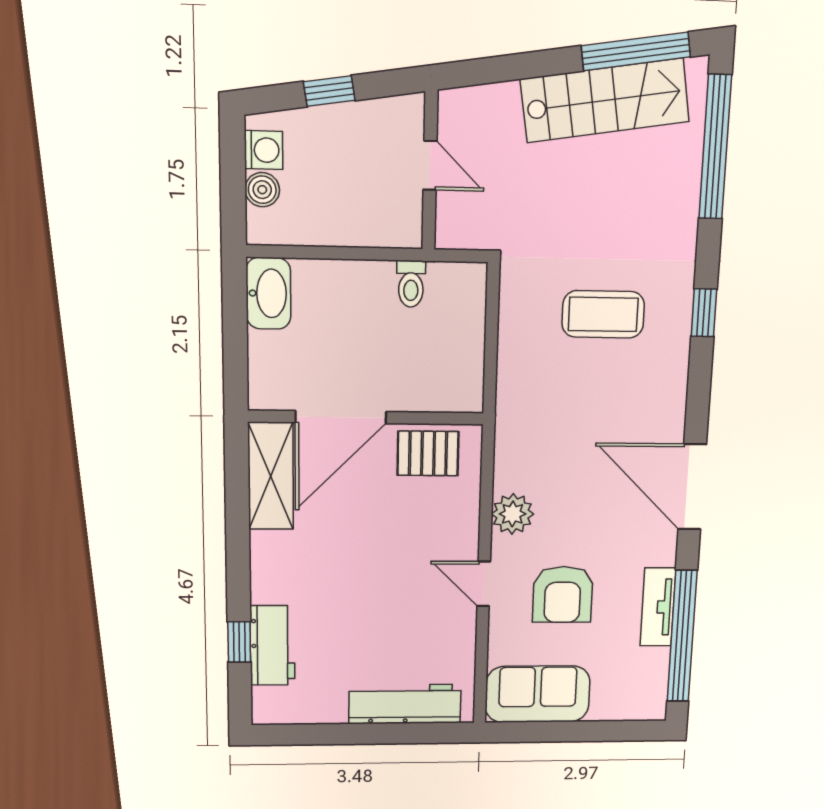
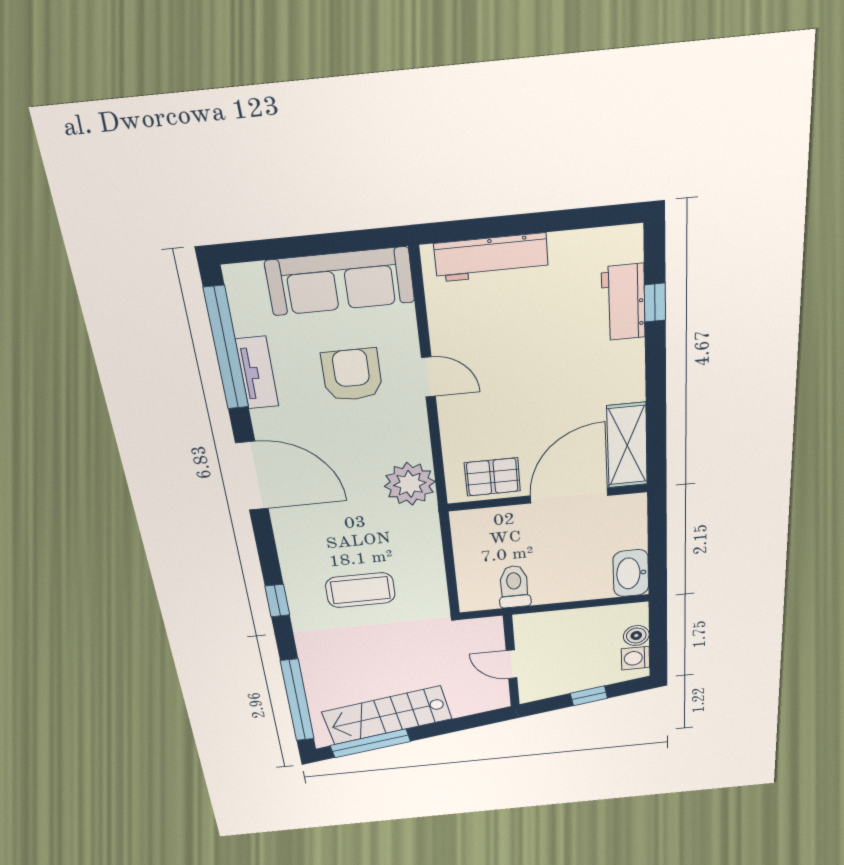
toilet: (411, 284) -> (514, 587), width x1.37, depth x1.39
plant: (513, 514) -> (410, 484), moved, width x1.36, depth x1.36
sofa: (538, 694) -> (340, 281), width x1.36

